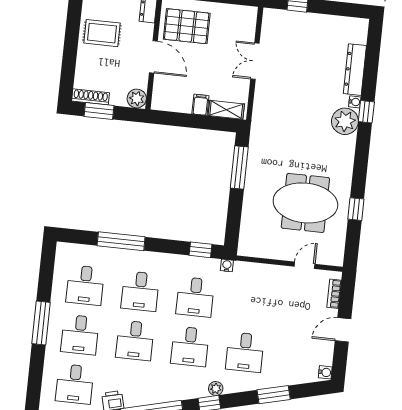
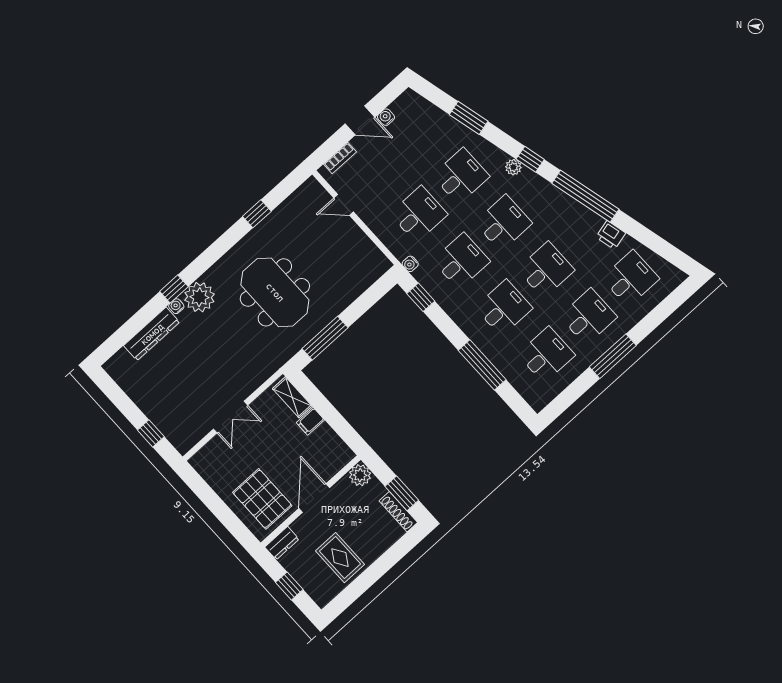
meeting table: (305, 203) -> (275, 292), moved
desk: (250, 303) -> (419, 214), added
water cooler: (325, 372) -> (386, 117), moved

